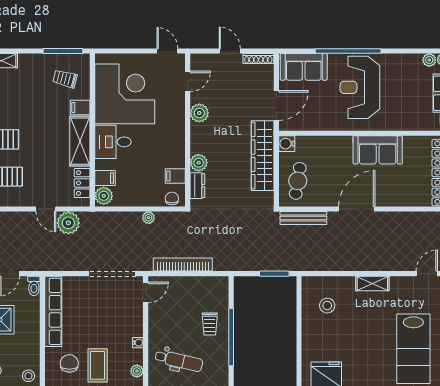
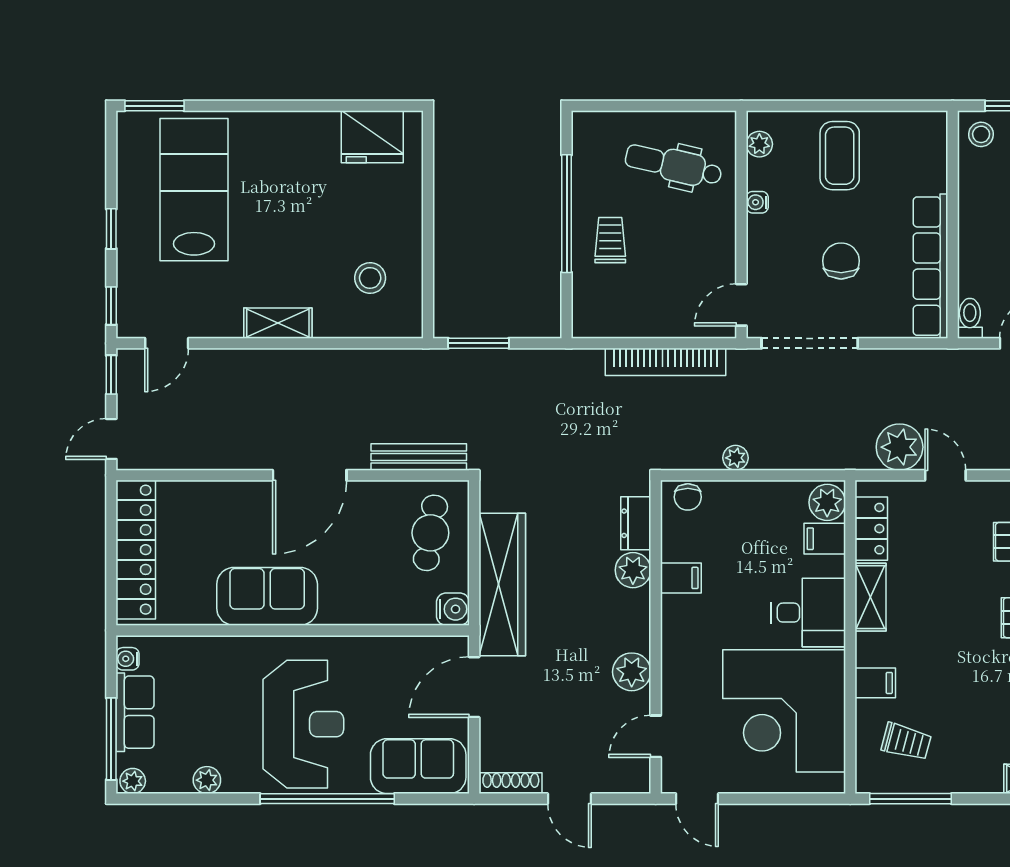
plant: (429, 60) -> (207, 780), moved
shelving: (80, 141) -> (871, 597), width x0.67, depth x0.75
filing cabinet: (175, 176) -> (681, 578), moved
chair: (69, 363) -> (841, 261), moved, turned 180

